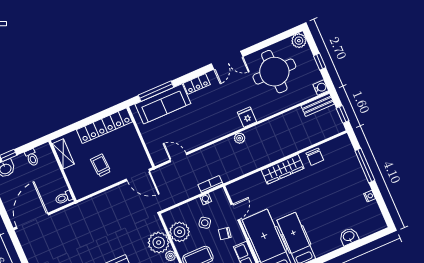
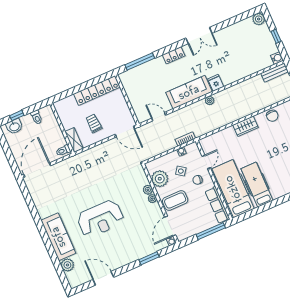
round table: (274, 72) -> (238, 45), removed
sofa: (163, 104) -> (189, 92), moved, turned 180
shelving: (63, 154) -> (74, 140), moved
wardrobe: (283, 169) -> (245, 126), width x0.67
plant: (159, 243) -> (148, 190), width x0.53, depth x0.53

